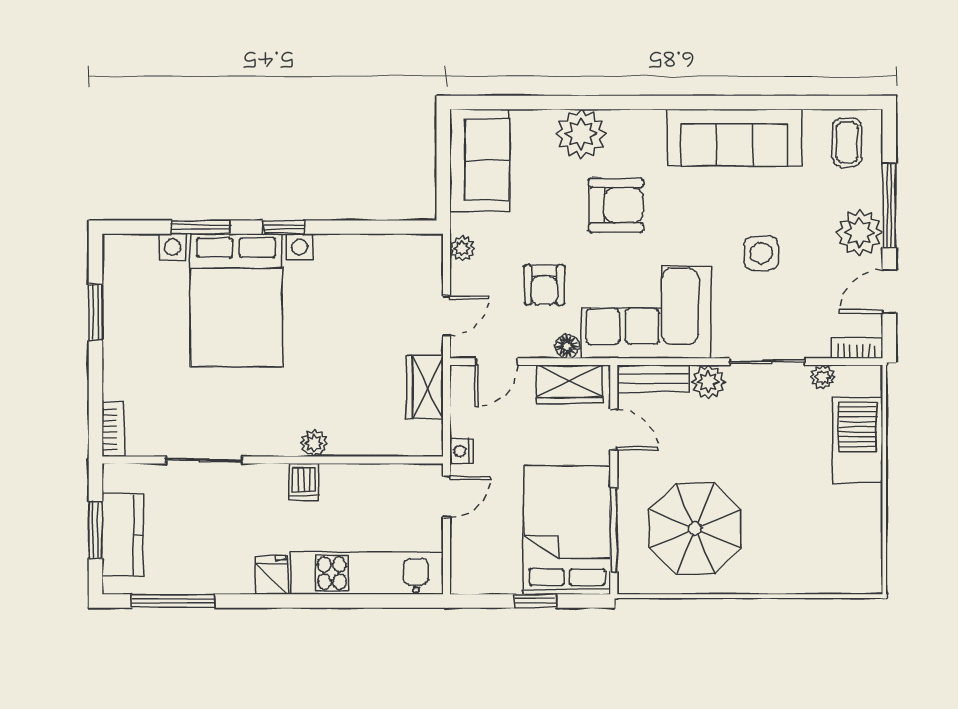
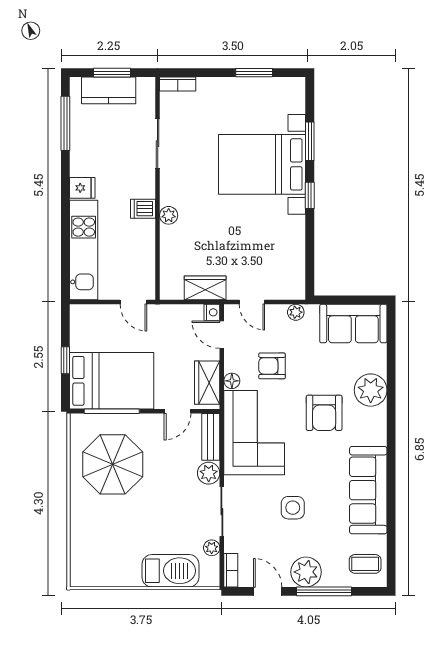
nightstand: (462, 451) -> (212, 312), moved, turned 90

